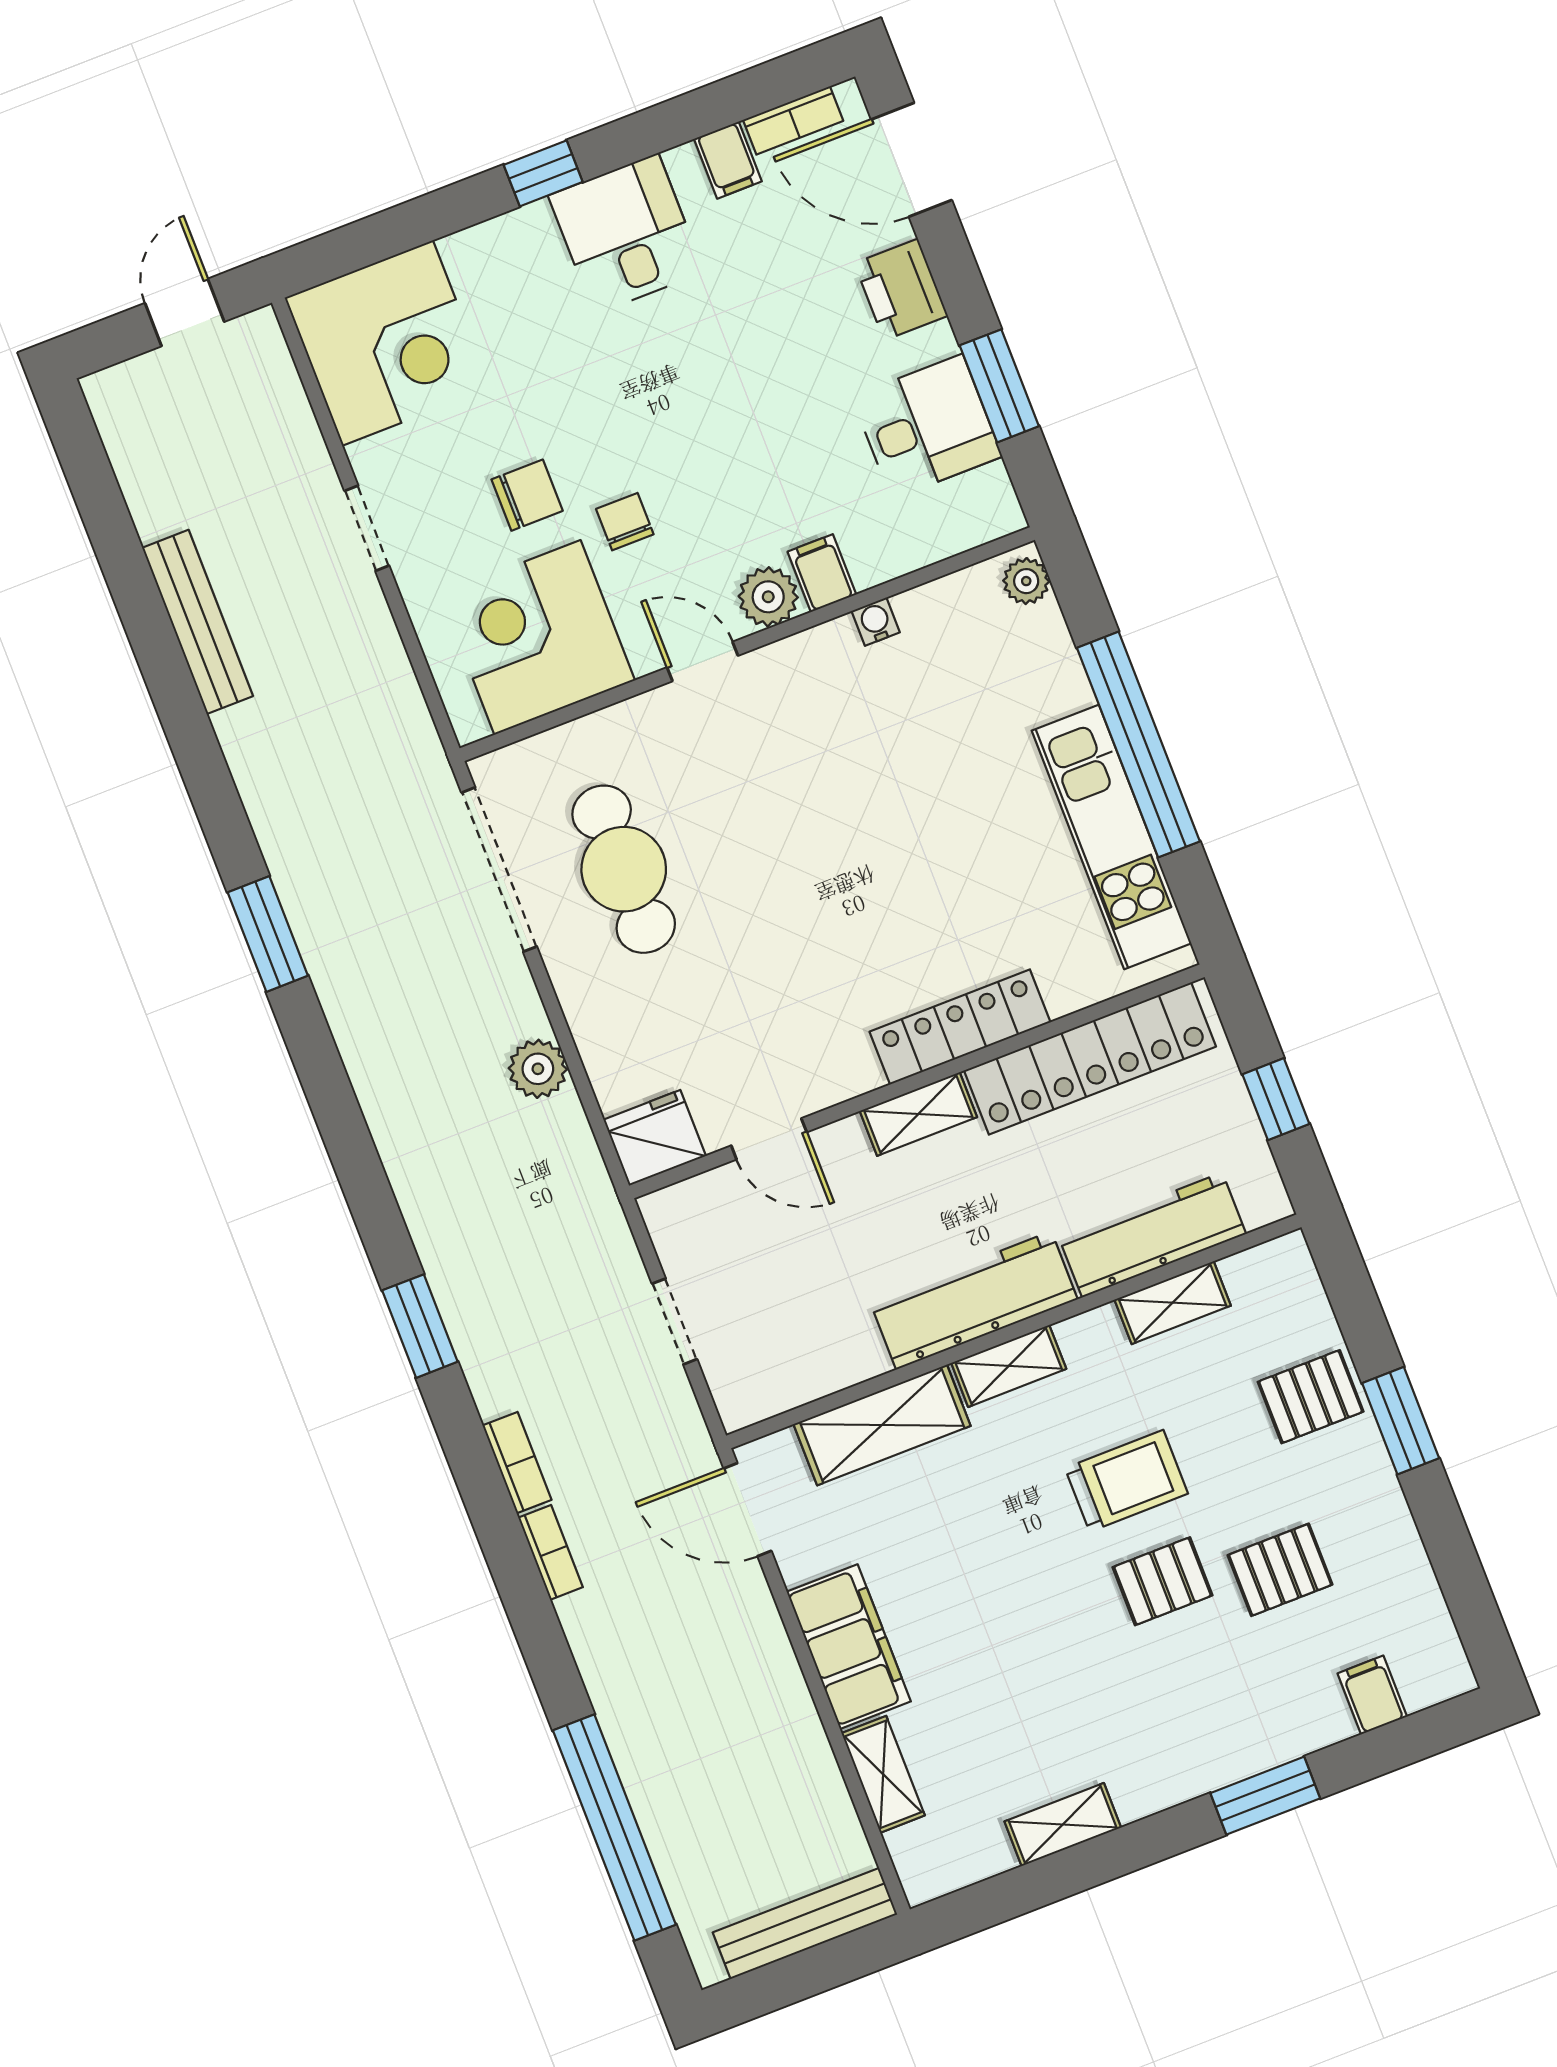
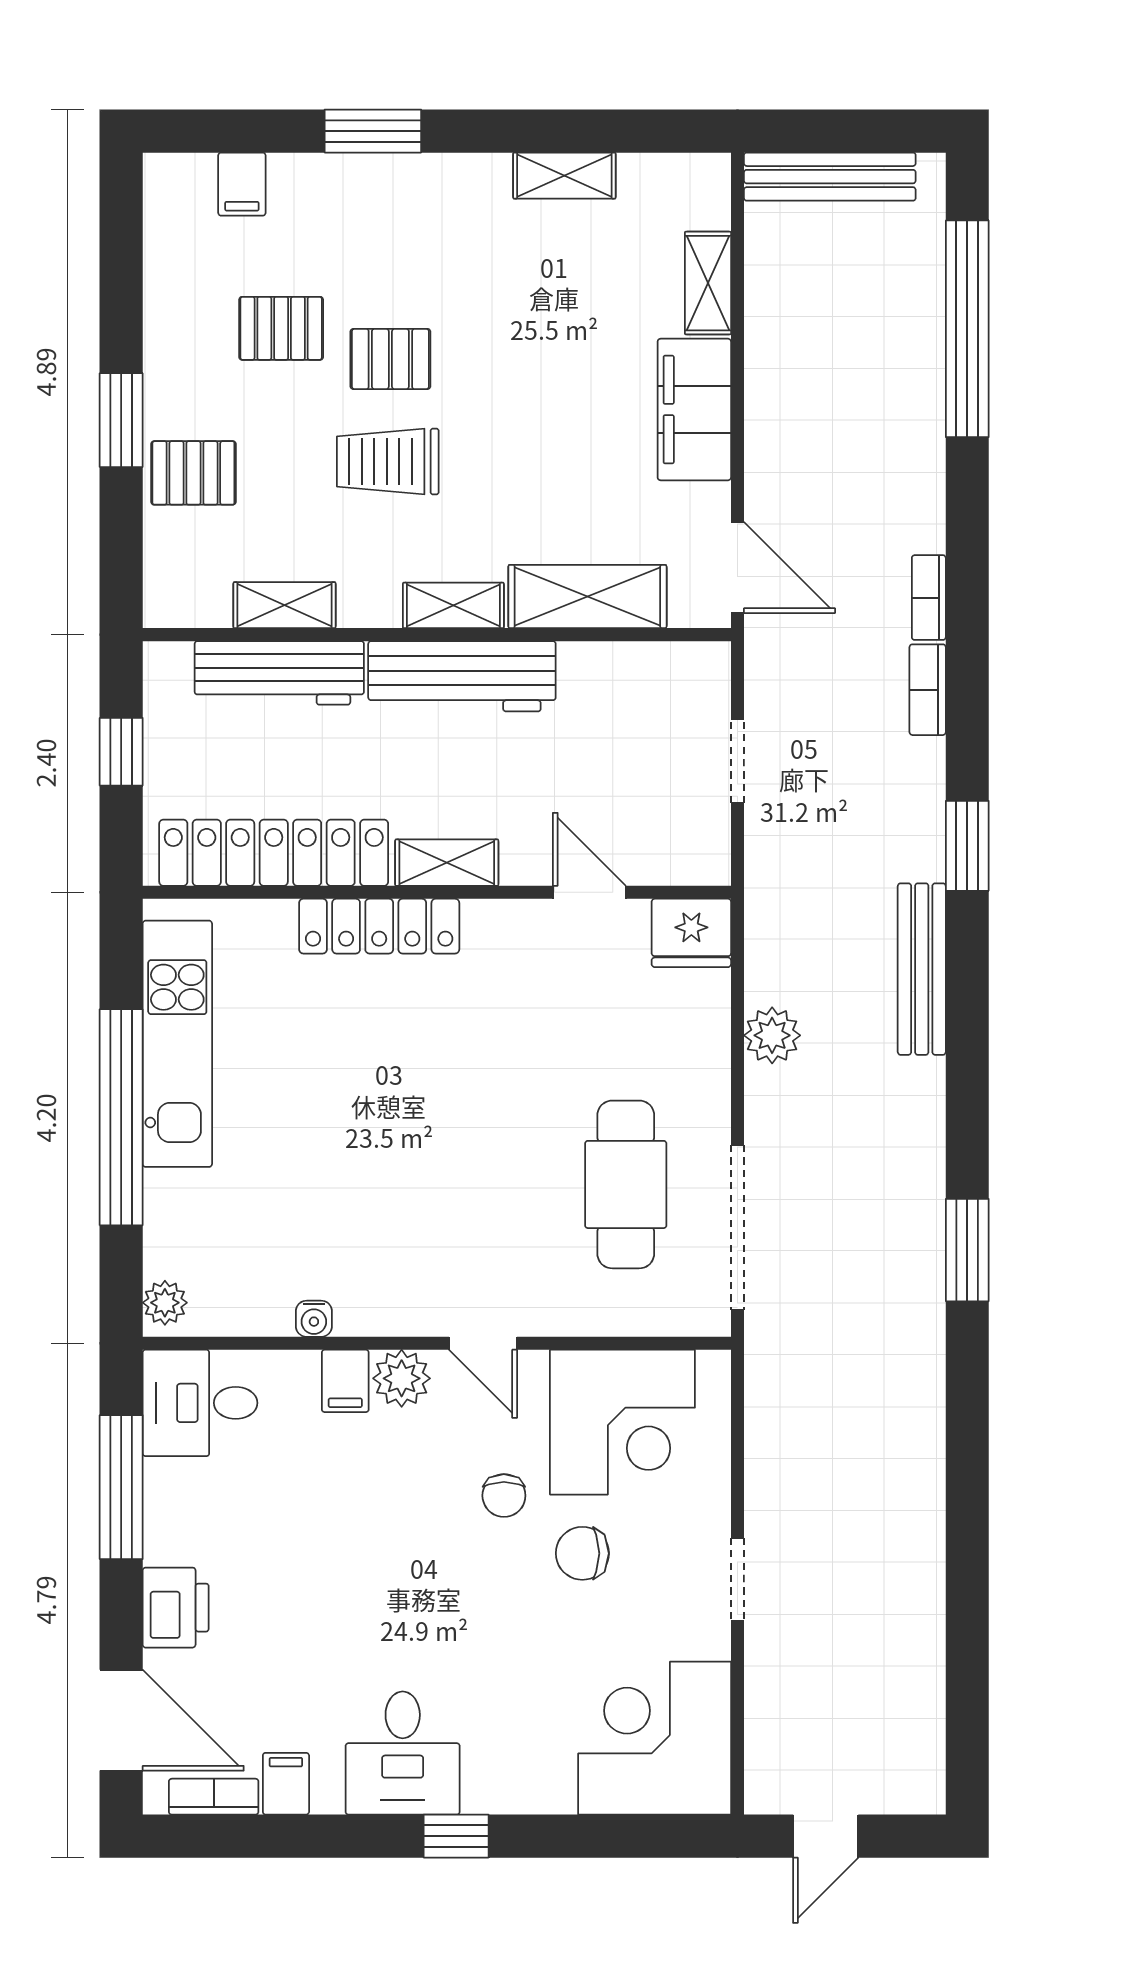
window: (999, 386) -> (121, 1487), width x1.44
desk: (927, 427) -> (200, 1403), moved
bench: (198, 622) -> (922, 969), moved

